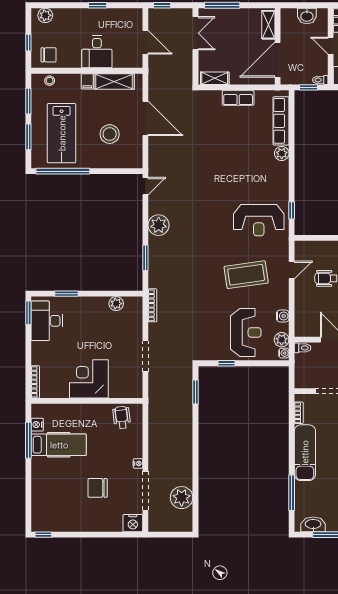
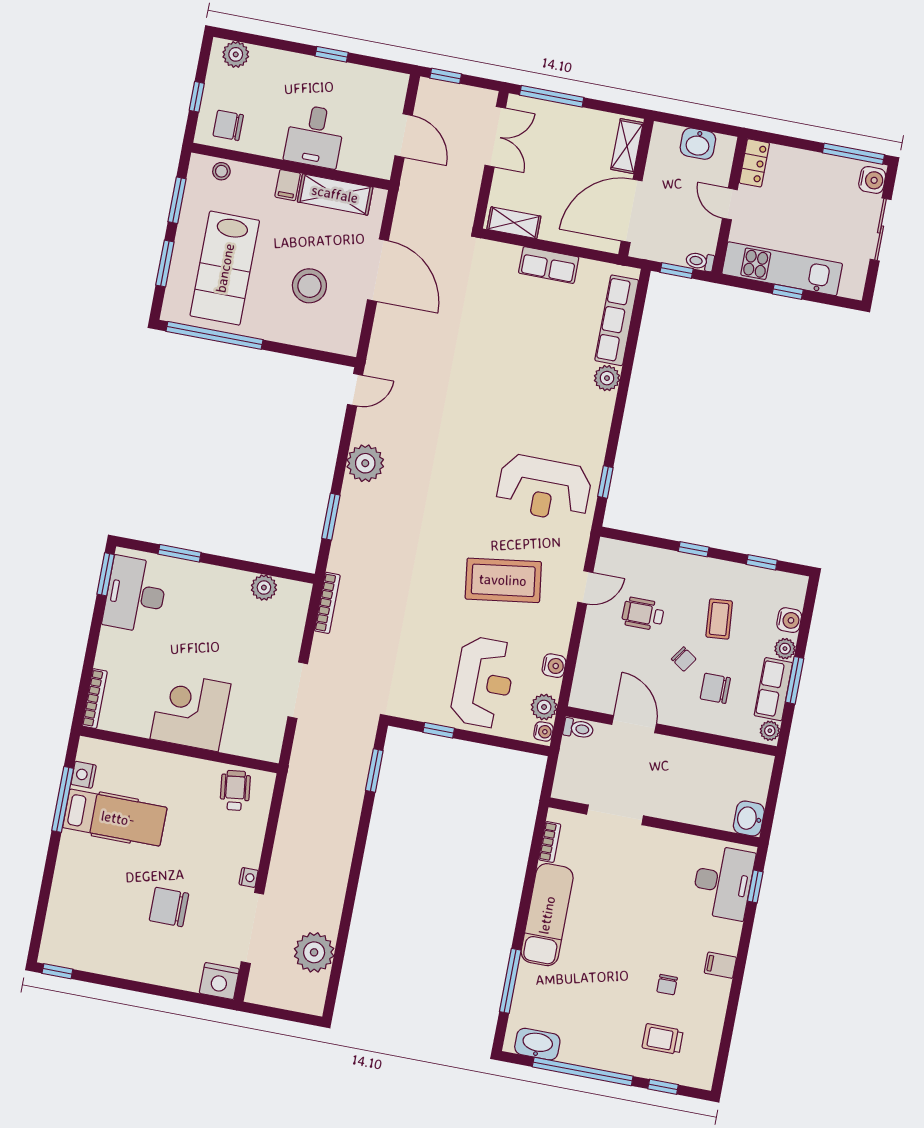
chair: (49, 55) -> (228, 125), turned 180

